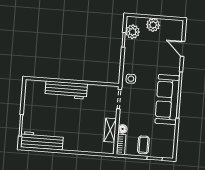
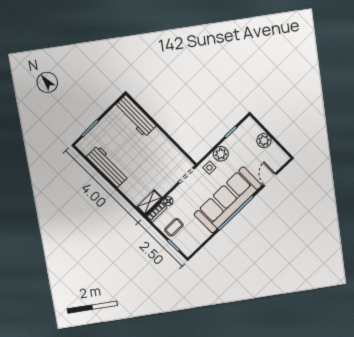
plant: (133, 32) -> (221, 154), moved
workbench: (66, 90) -> (135, 116), moved
sofa: (167, 100) -> (228, 200), width x1.36, depth x1.27
shelving: (110, 130) -> (149, 202), moved
workbench: (42, 141) -> (108, 166), moved

